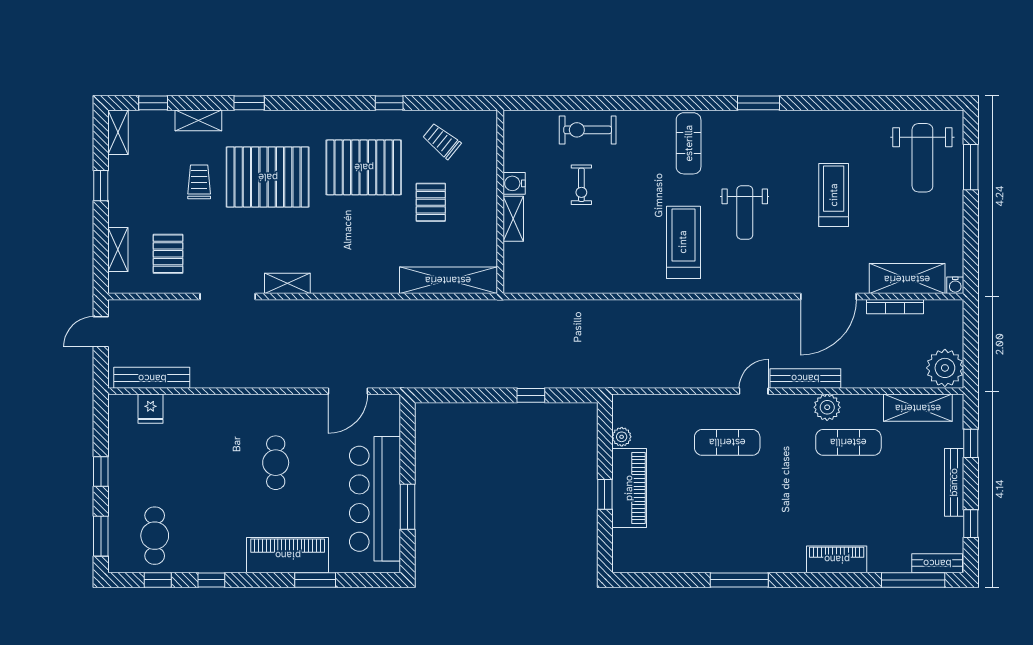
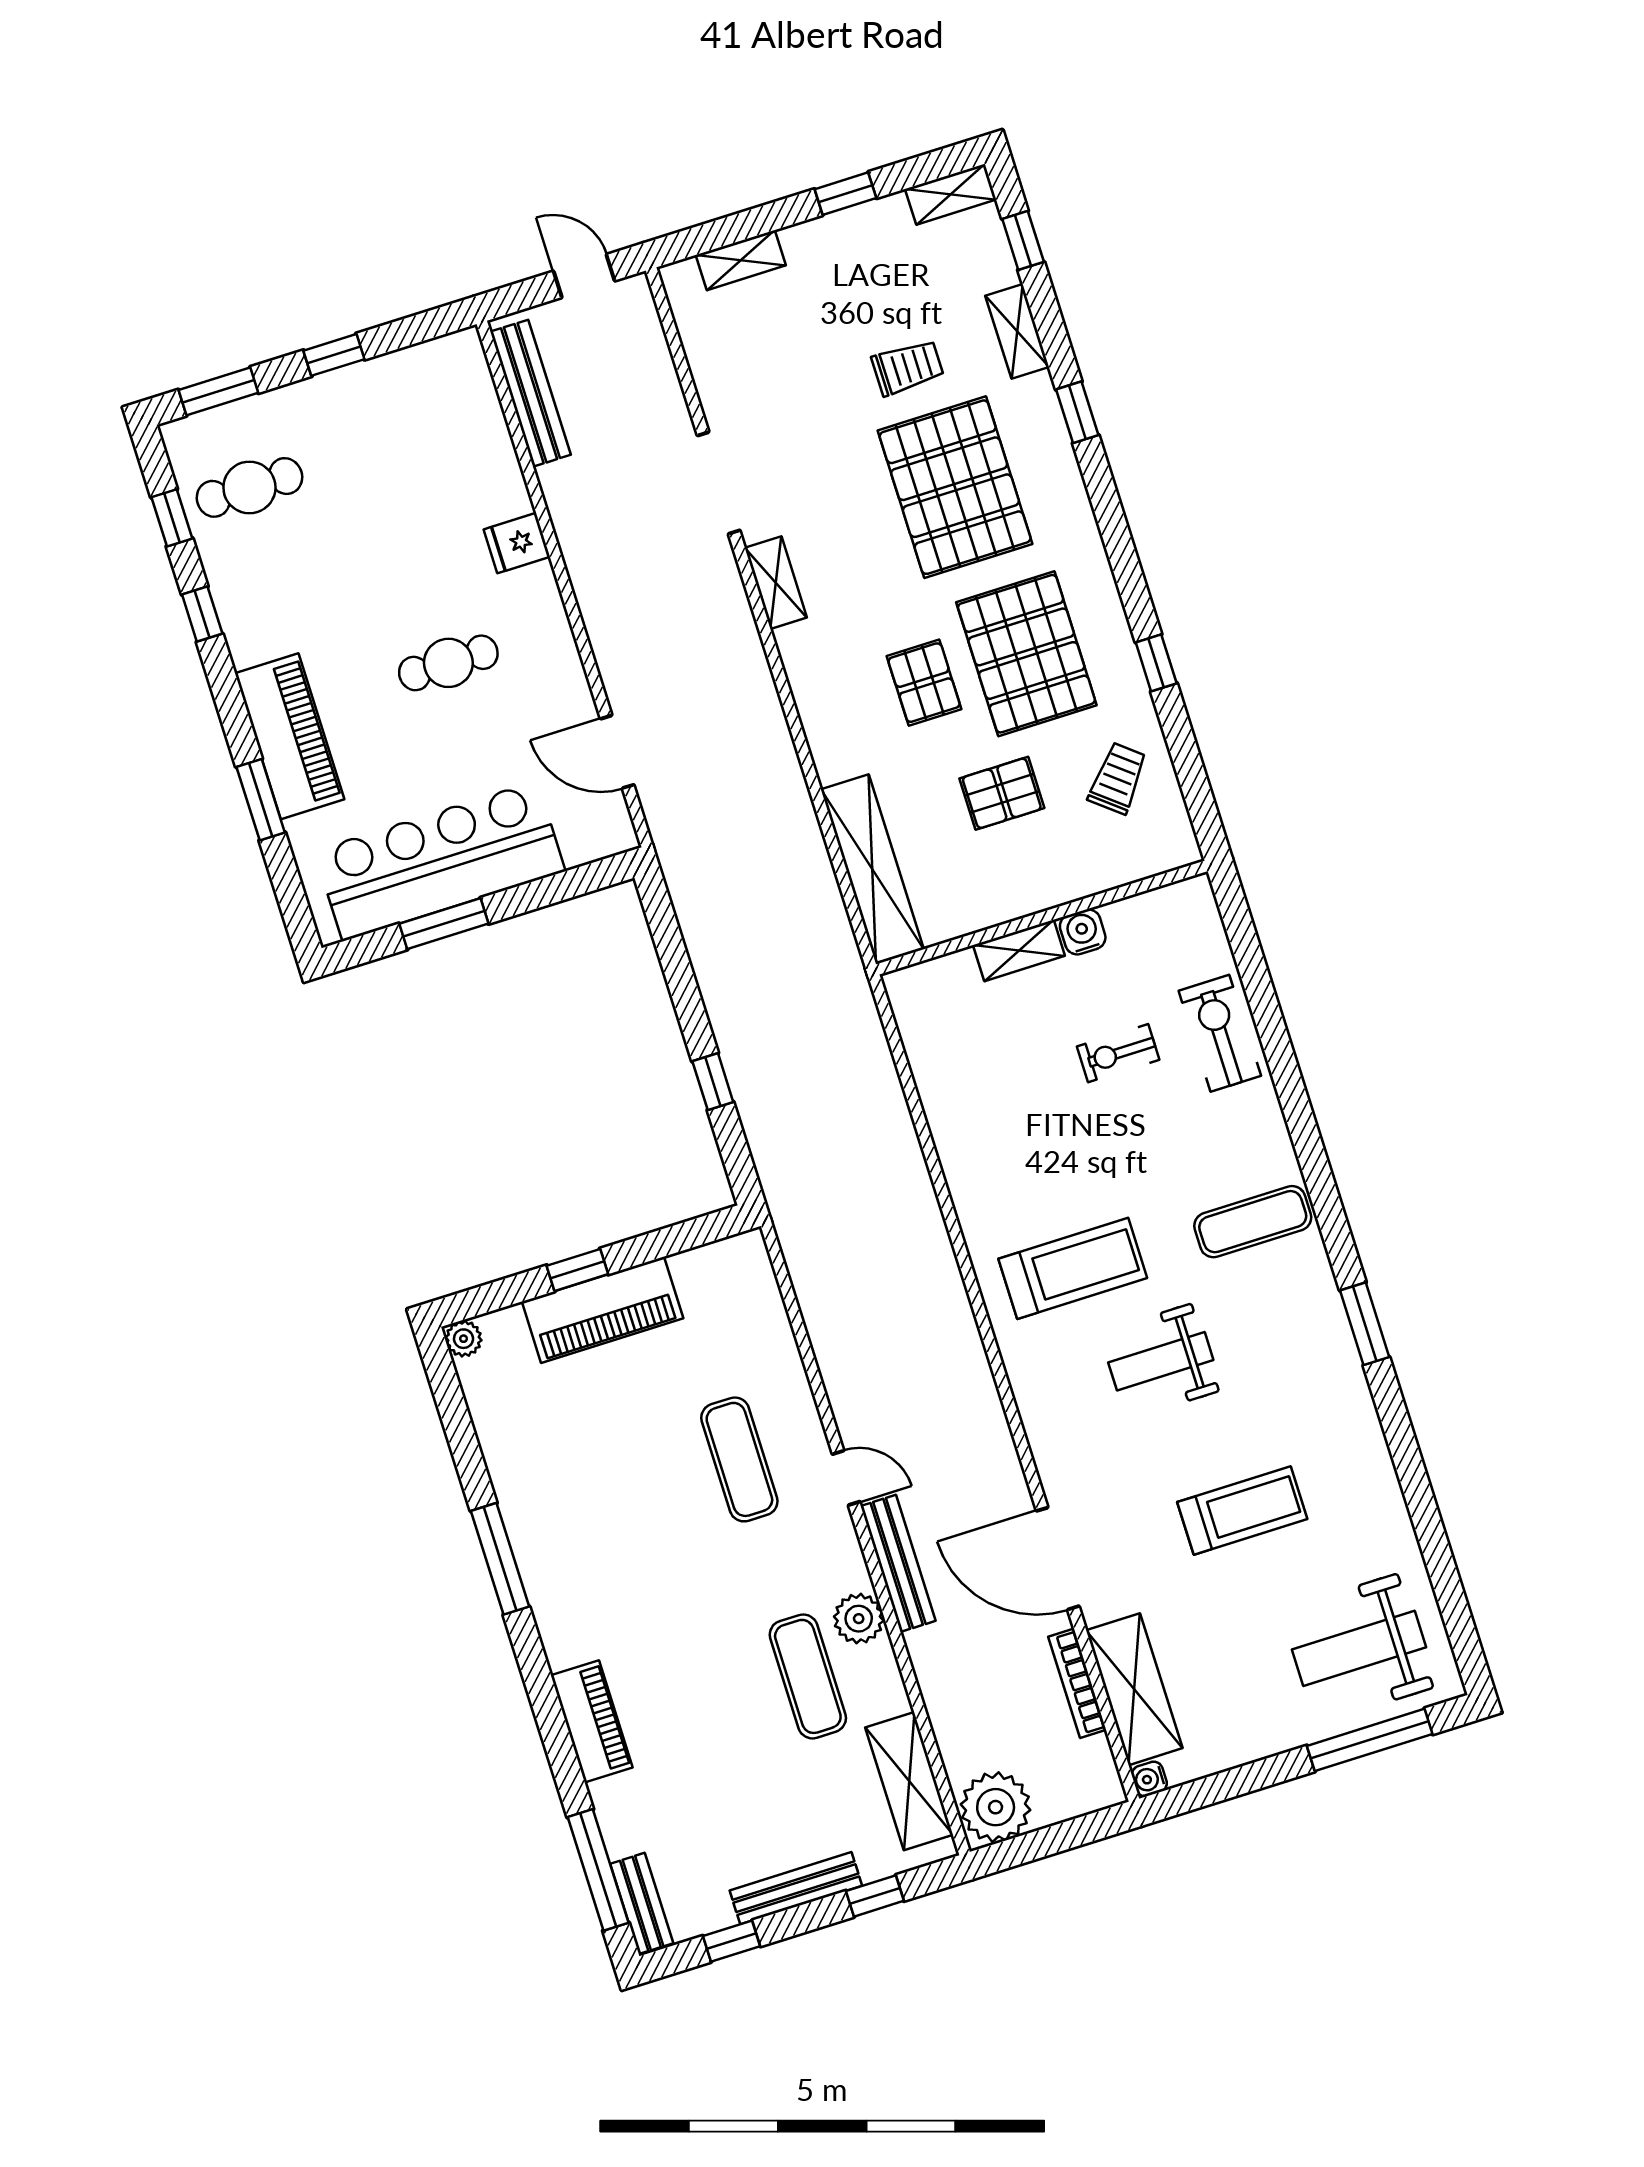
window: (971, 167) -> (1370, 1740), width x1.44
pallet: (168, 254) -> (924, 683), moved, turned 90
fridge: (150, 409) -> (517, 543), moved
plant: (622, 437) -> (464, 1339), moved

